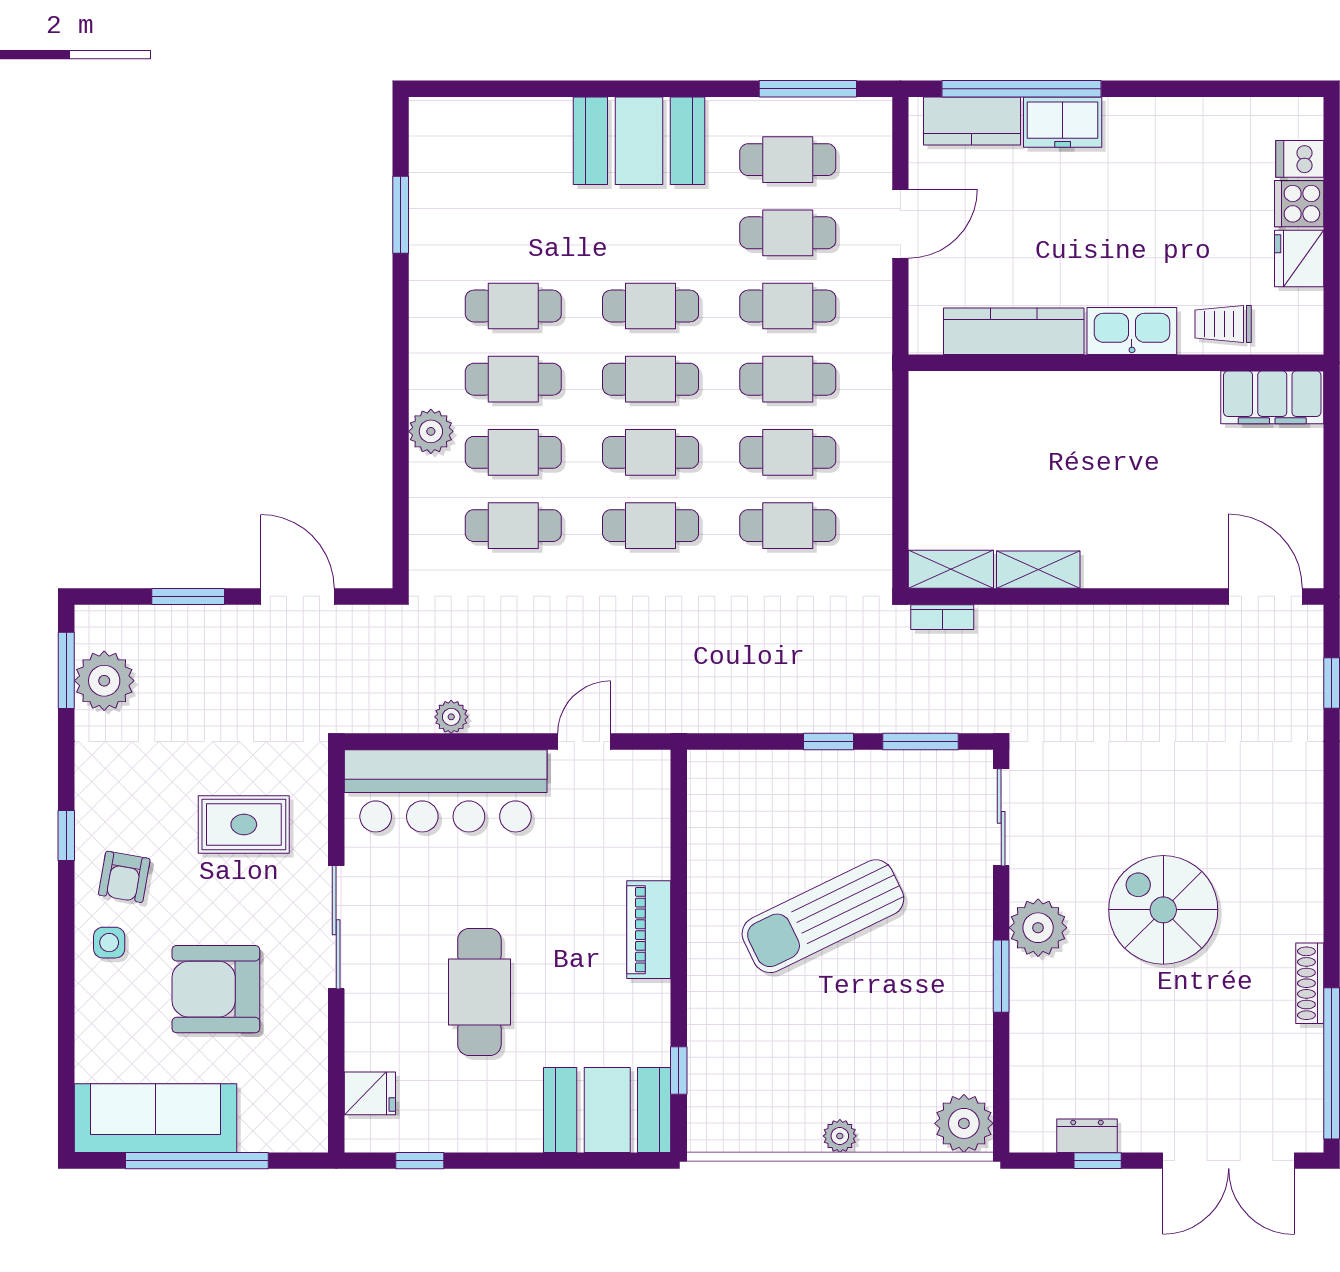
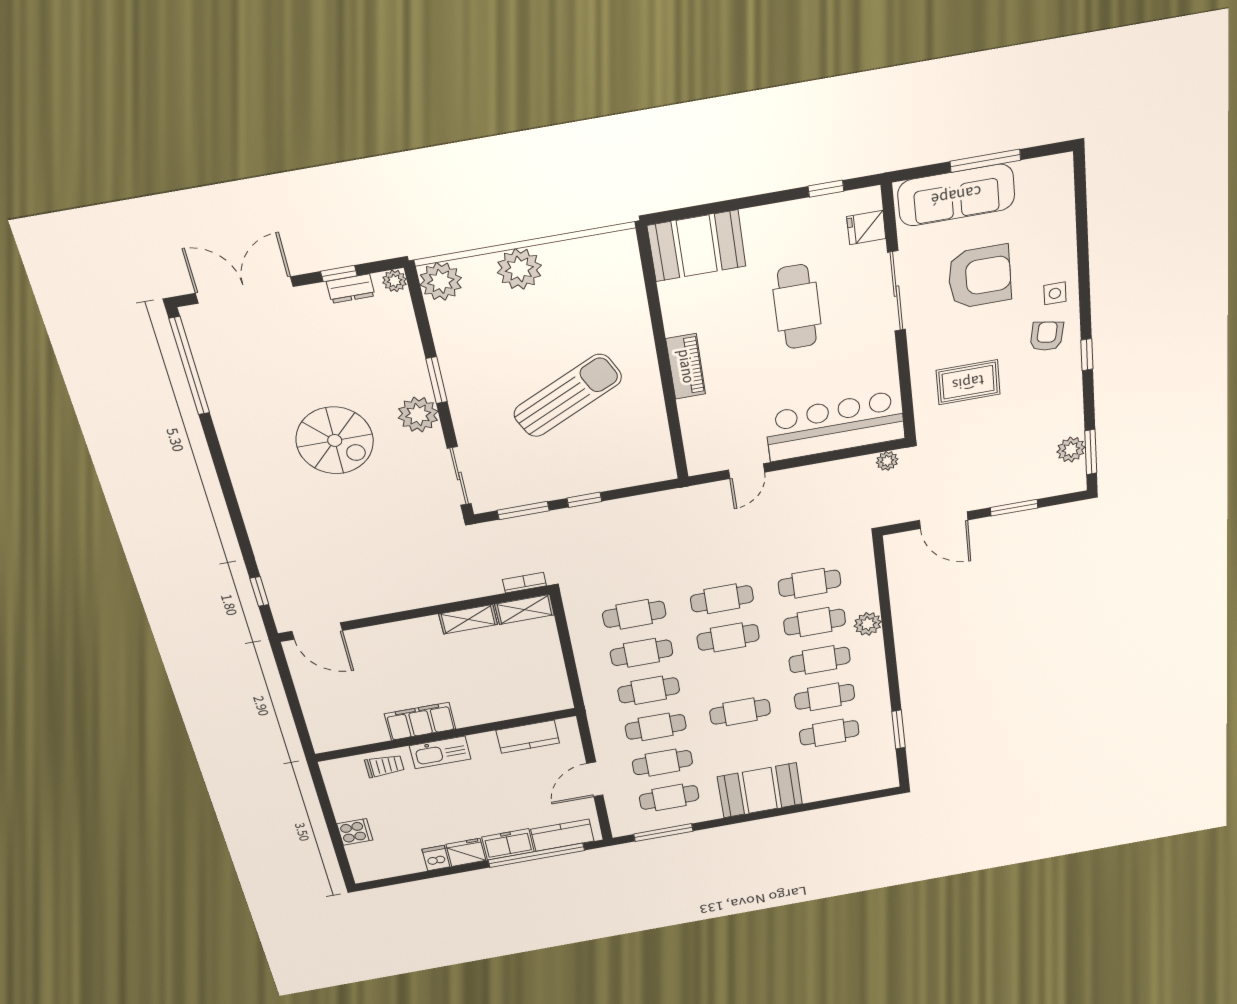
dishwasher: (1300, 159) -> (436, 858), moved, turned -90
fridge: (1299, 258) -> (466, 852), moved, turned -90
kitchen counter: (1014, 331) -> (528, 737), width x0.67
cafe table: (651, 379) -> (829, 733), moved
filing cabinet: (1272, 397) -> (420, 721), moved
plant: (104, 681) -> (1071, 450), width x0.73, depth x0.73
plant: (451, 717) -> (887, 461), moved
sliding door: (336, 927) -> (896, 291), moved
shoe rack: (1310, 983) -> (220, 413), removed
window: (679, 1071) -> (650, 281), removed
sofa: (155, 1118) -> (956, 195), moved
plant: (840, 1136) -> (519, 269), width x1.88, depth x1.88
plant: (1026, 1136) -> (395, 281), added
window: (197, 1161) -> (985, 161), width x0.68

